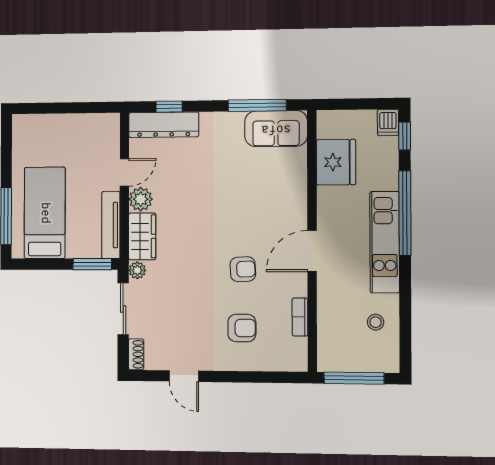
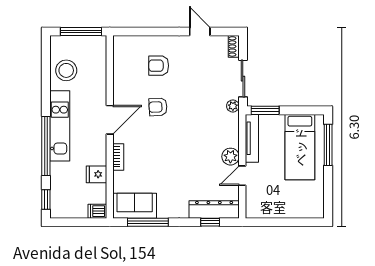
dishwasher: (388, 122) -> (97, 211), moved, turned -90
fridge: (336, 162) -> (96, 174), width x0.53, depth x0.75
wardrobe: (142, 236) -> (229, 130), removed
bookcase: (300, 317) -> (118, 157), moved
stool: (376, 322) -> (66, 70), width x1.89, depth x1.89

